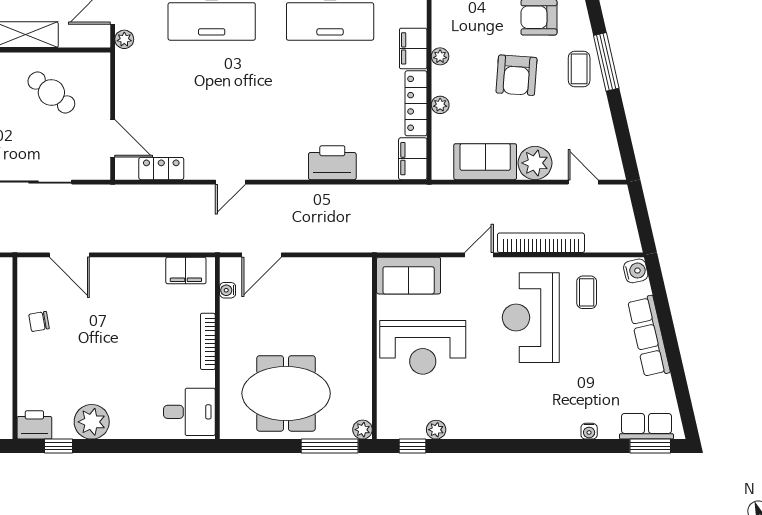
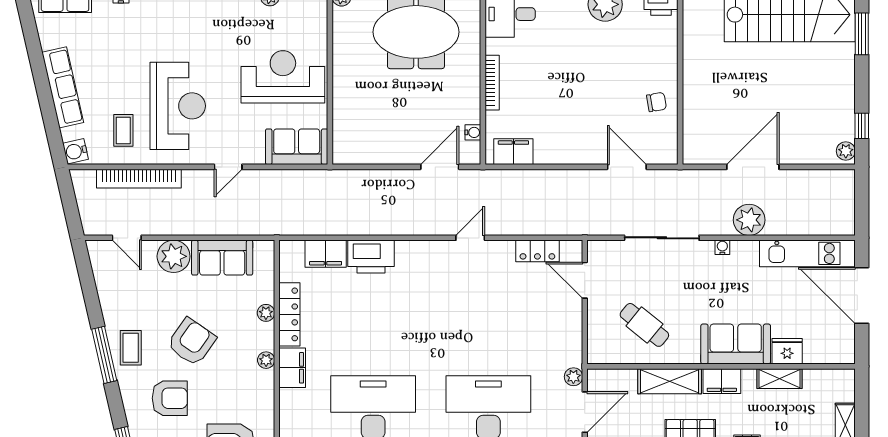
armchair: (517, 75) -> (192, 342), turned 31
filing cabinet: (413, 159) -> (326, 254), moved, turned 90
bookcase: (541, 243) -> (139, 179), moved

